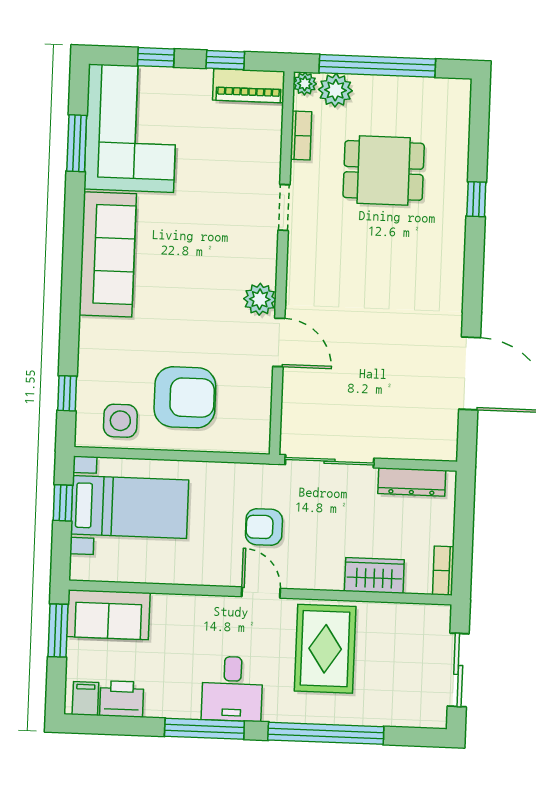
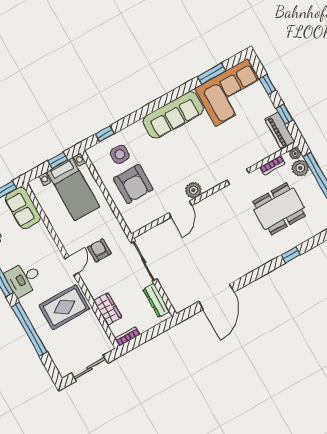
dining table: (384, 170) -> (279, 209), width x1.37
side table: (120, 421) -> (120, 154), moved

